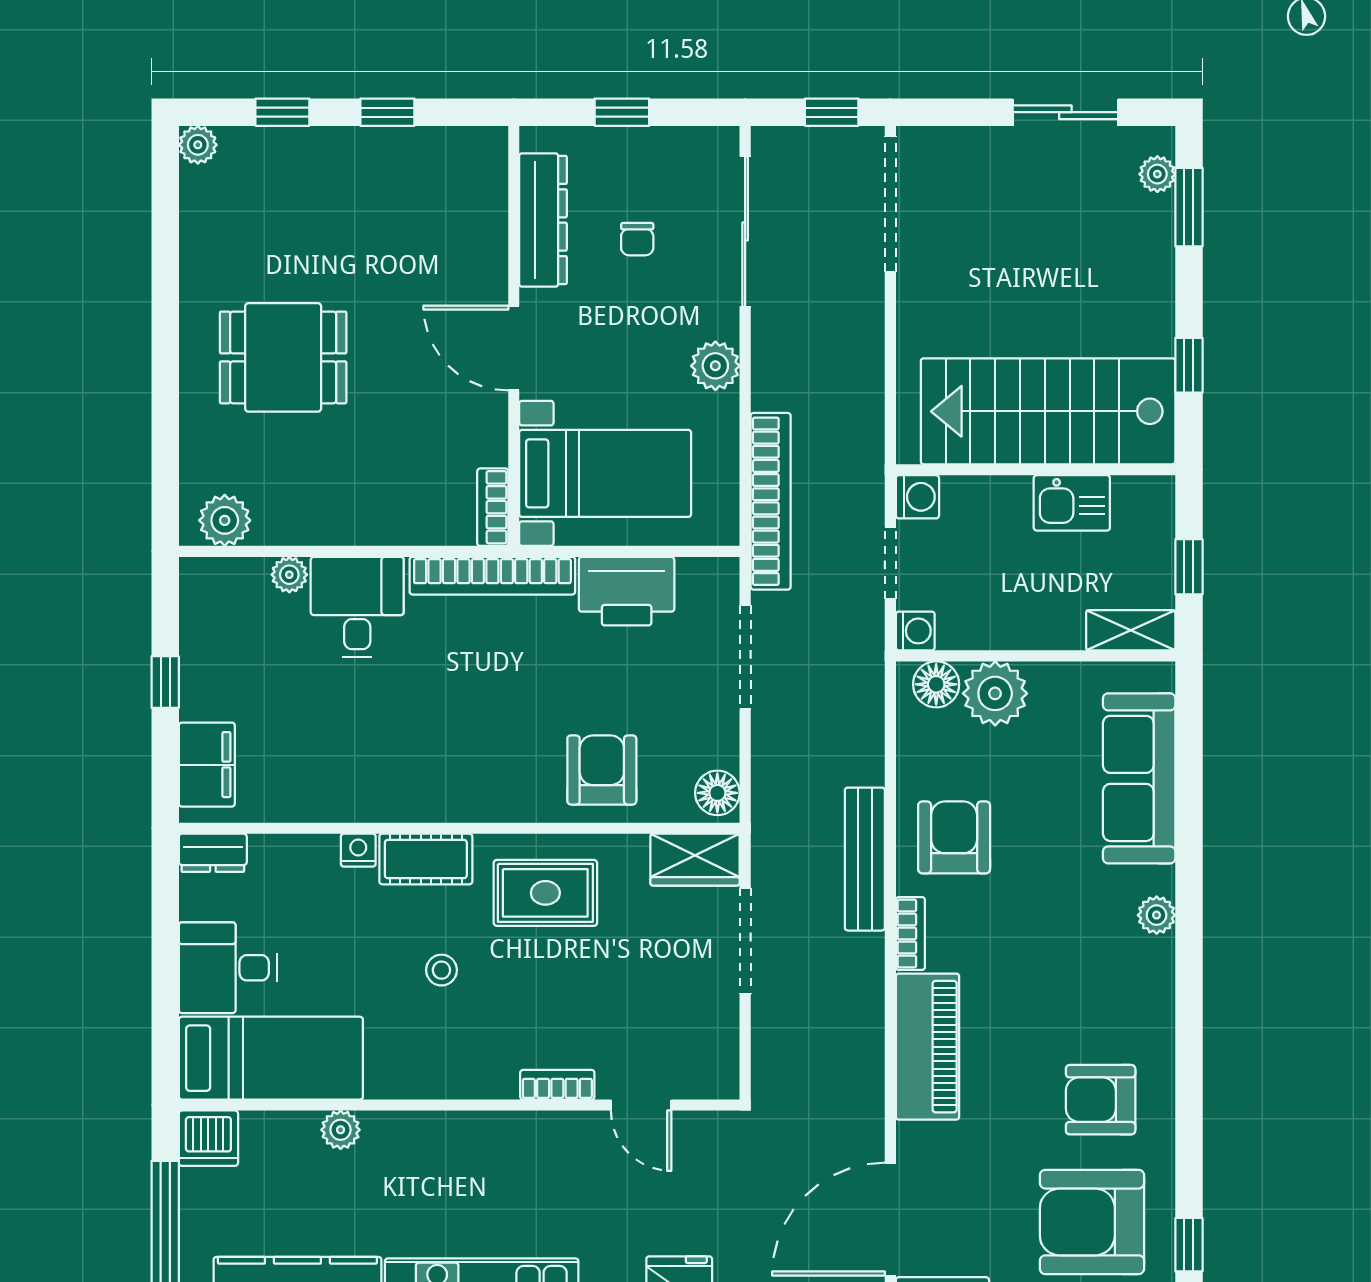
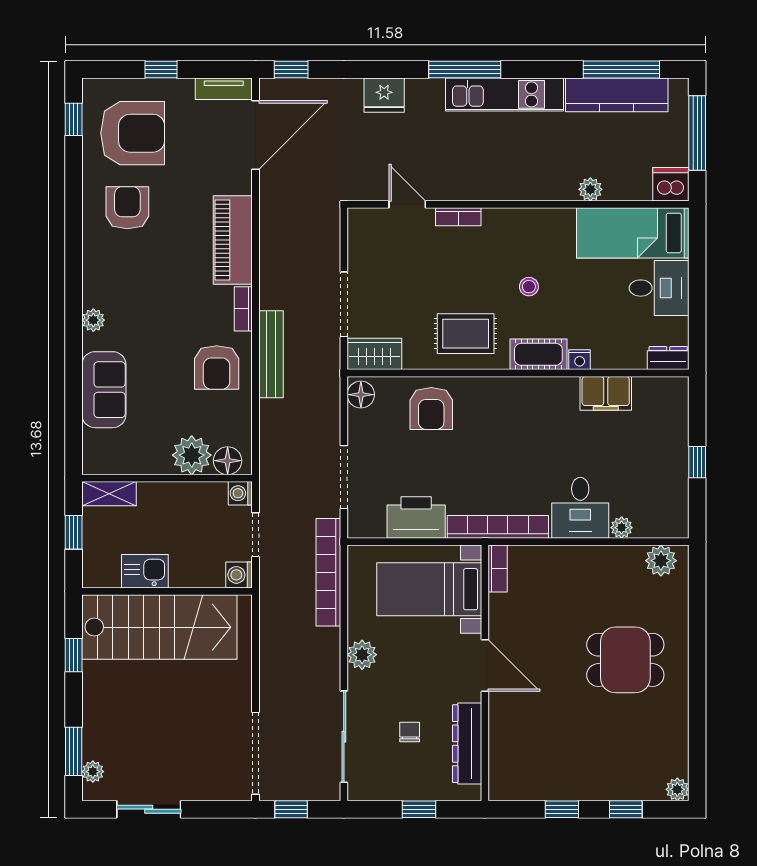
filing cabinet: (207, 765) -> (606, 393), moved, turned -90
sofa: (1139, 778) -> (104, 390), width x0.73
armchair: (1101, 1100) -> (127, 208), turned -90

